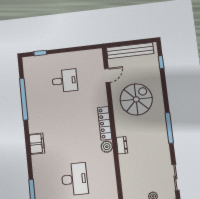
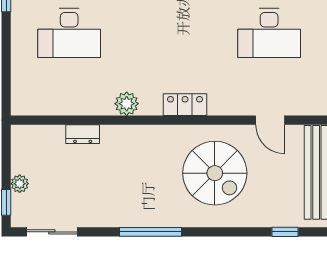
desk: (65, 81) -> (269, 33), width x1.37
locker: (105, 123) -> (185, 105), width x0.66
dresser: (122, 145) -> (83, 134), moved

